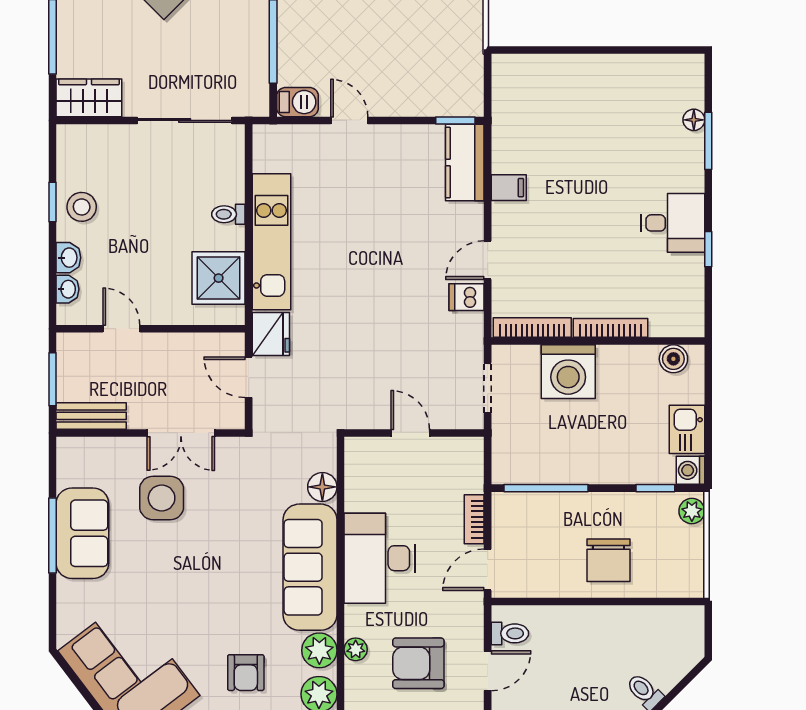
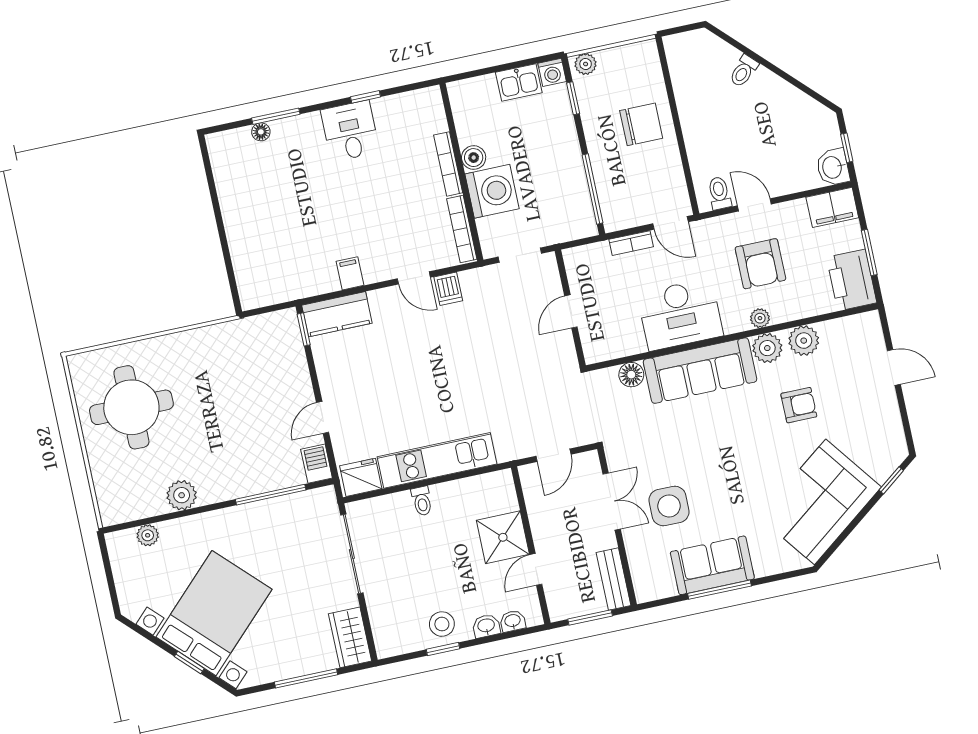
shower: (219, 278) -> (503, 537), moved
fridge: (271, 334) -> (361, 477), moved
boiler: (673, 359) -> (474, 158), moved

